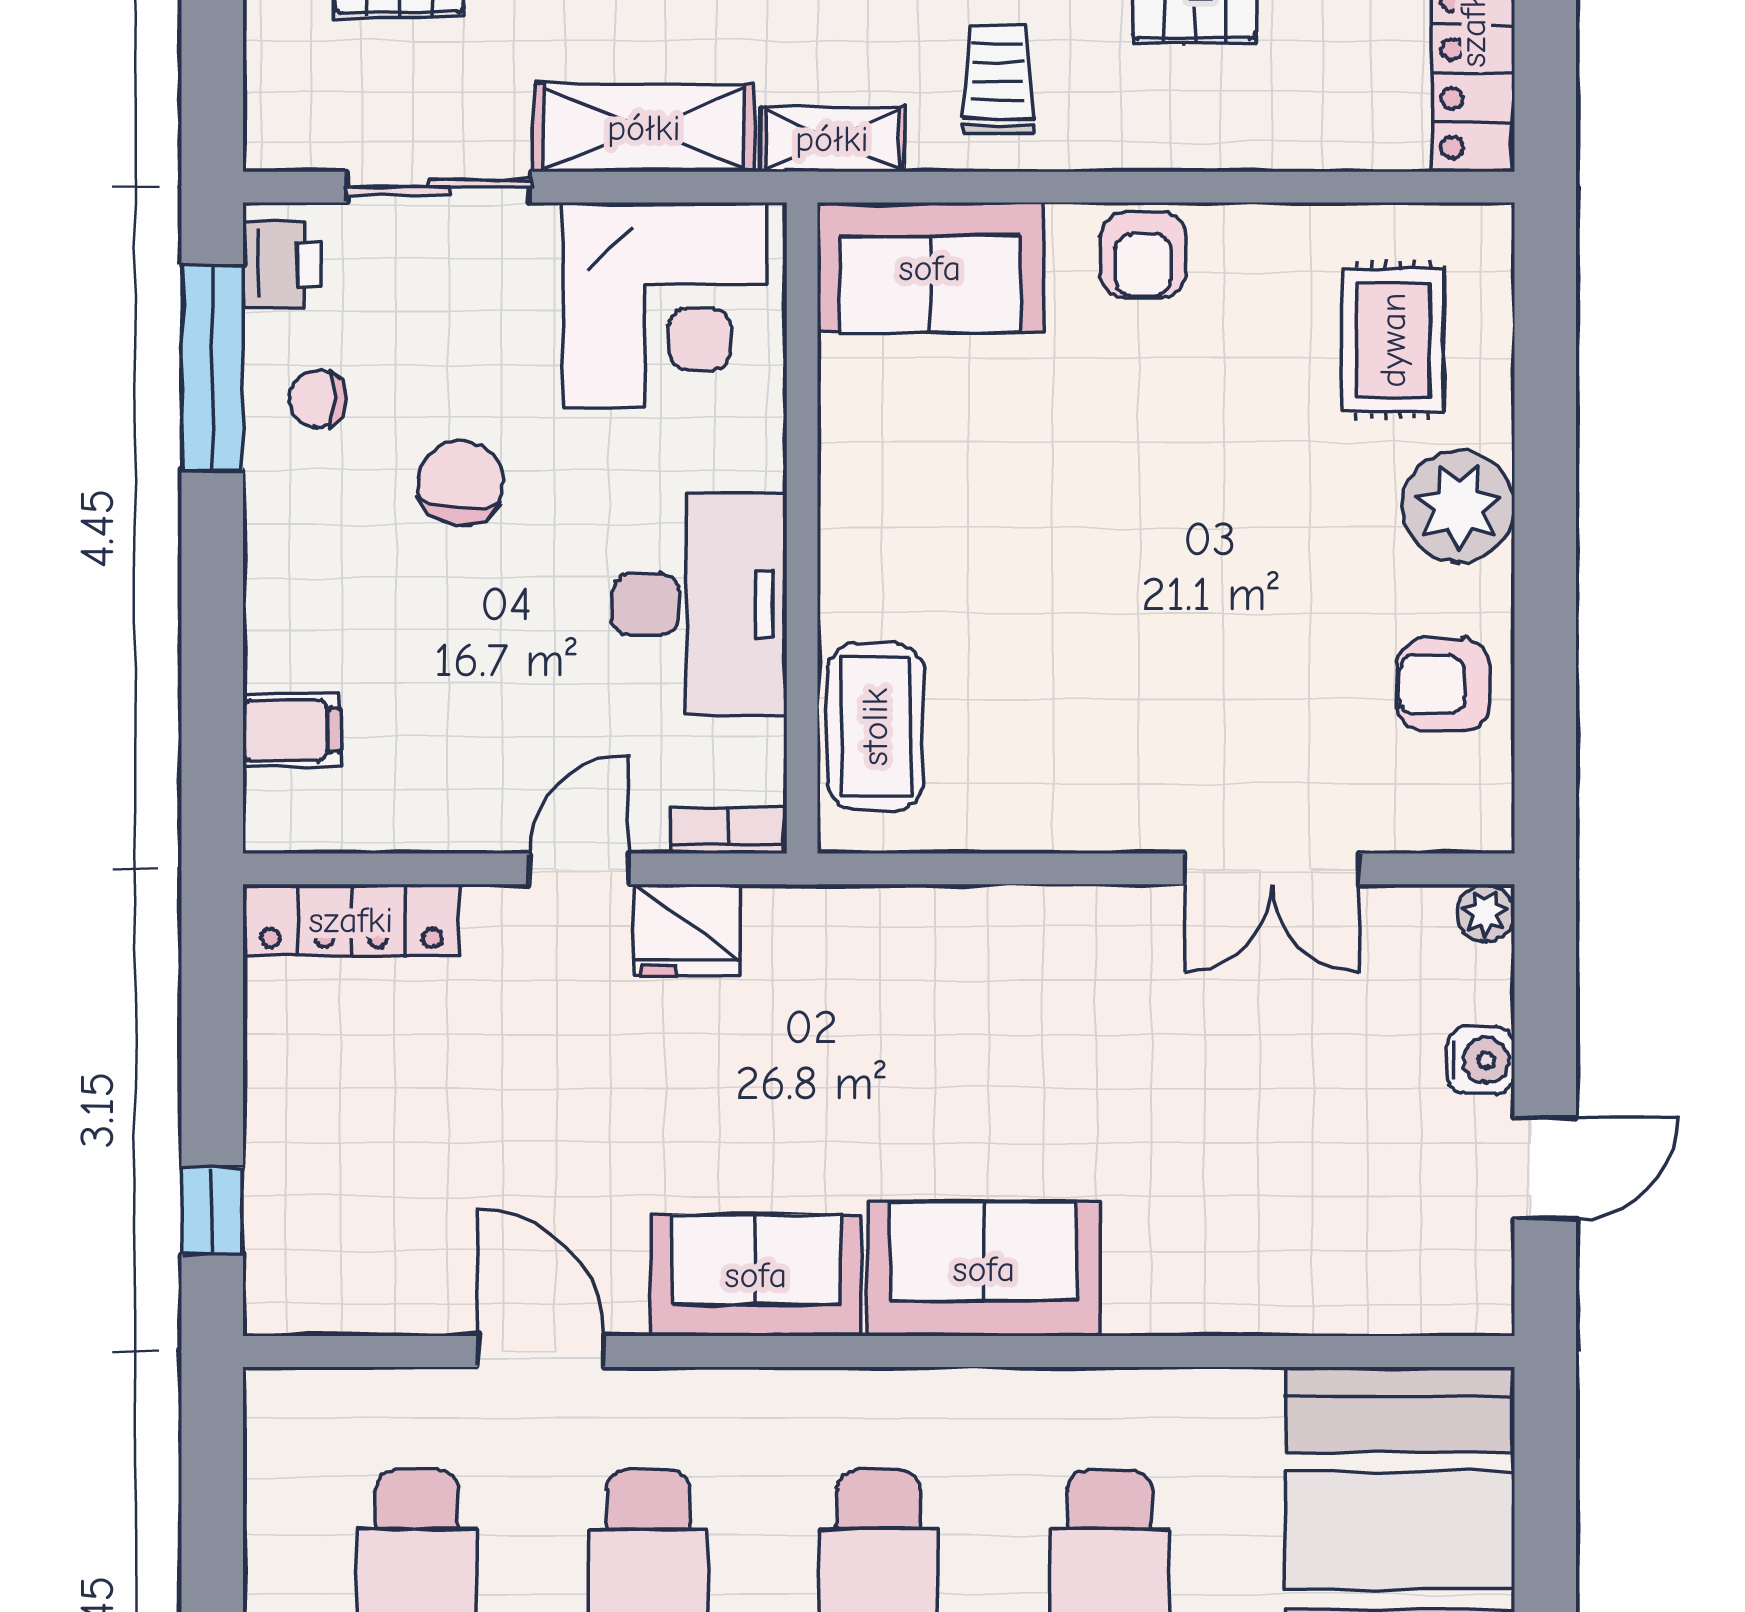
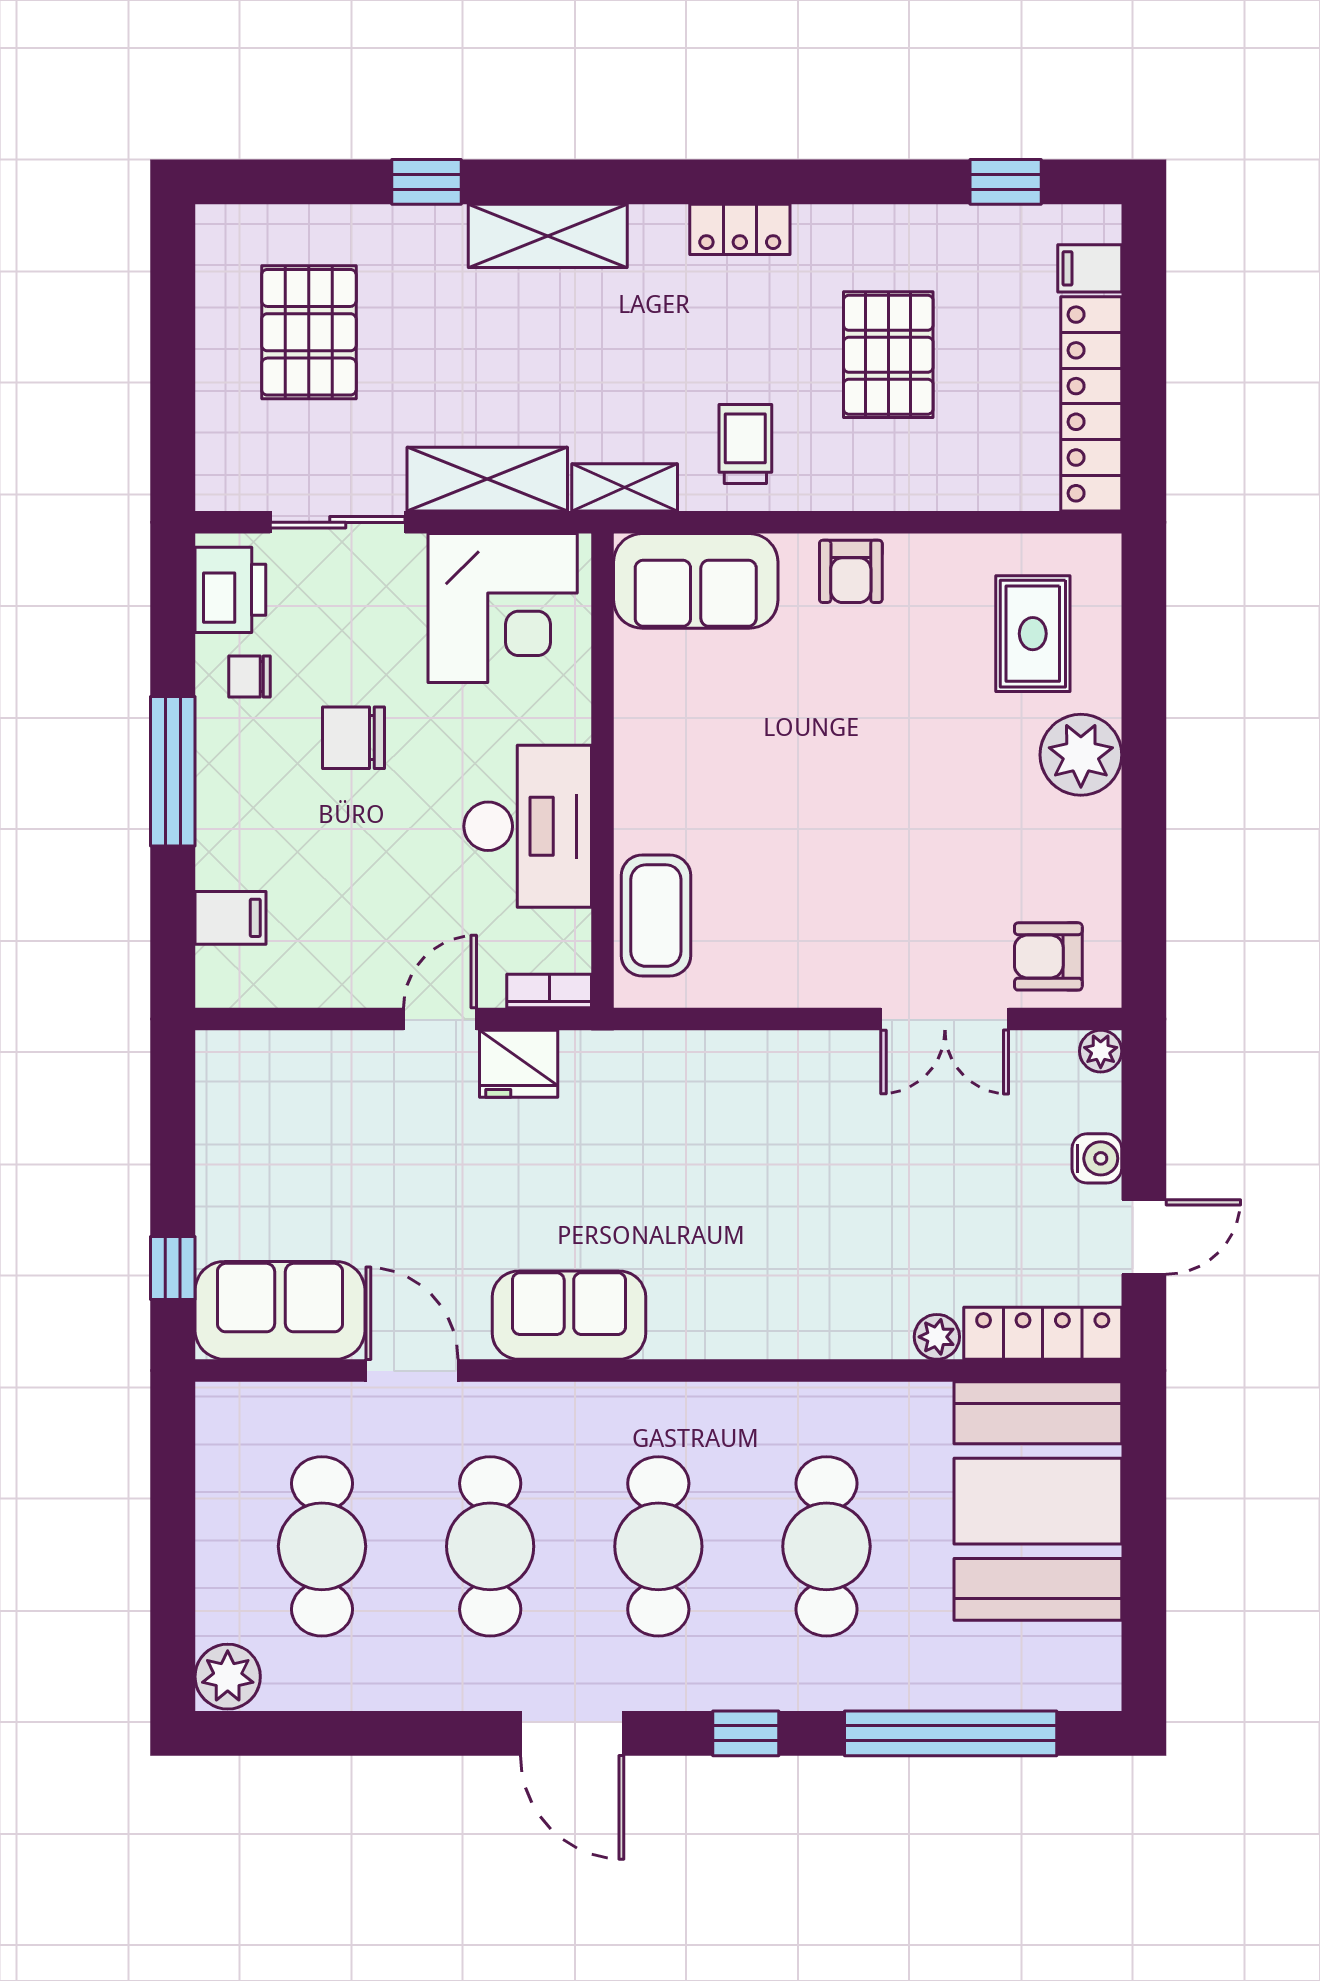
printer: (282, 264) -> (230, 590), width x1.36, depth x1.24
window: (212, 368) -> (173, 771), moved
chair: (460, 483) -> (353, 738), turned -95
armchair: (1443, 684) -> (1048, 956), moved
locker: (351, 920) -> (1043, 1333), moved, turned 180
sofa: (984, 1269) -> (280, 1310), moved
plant: (1261, 1305) -> (937, 1337), added

